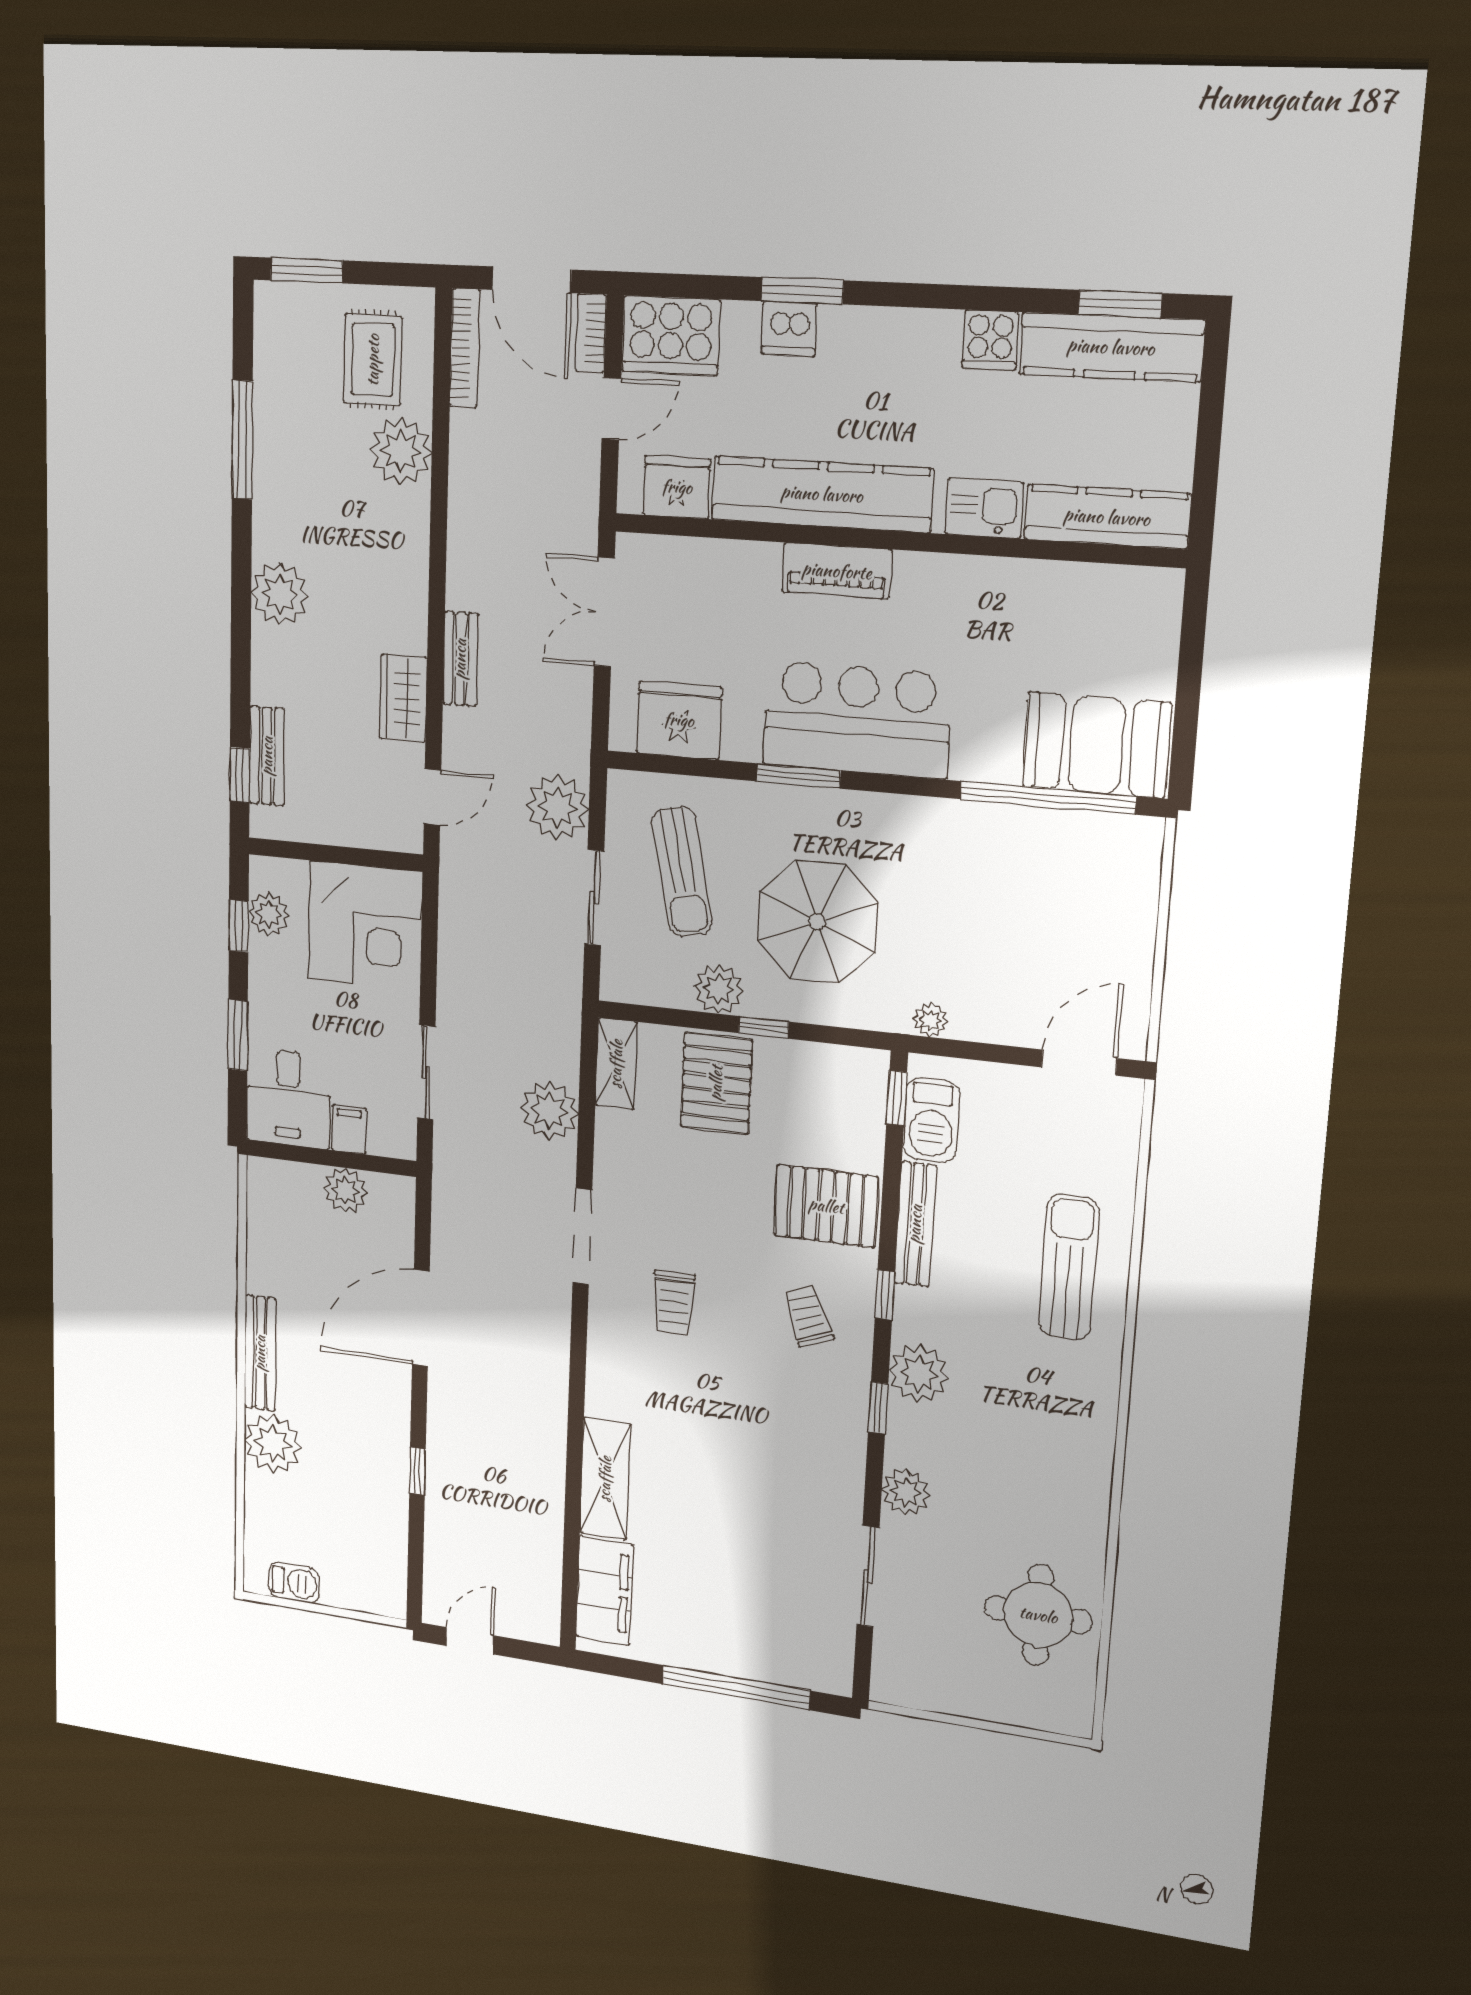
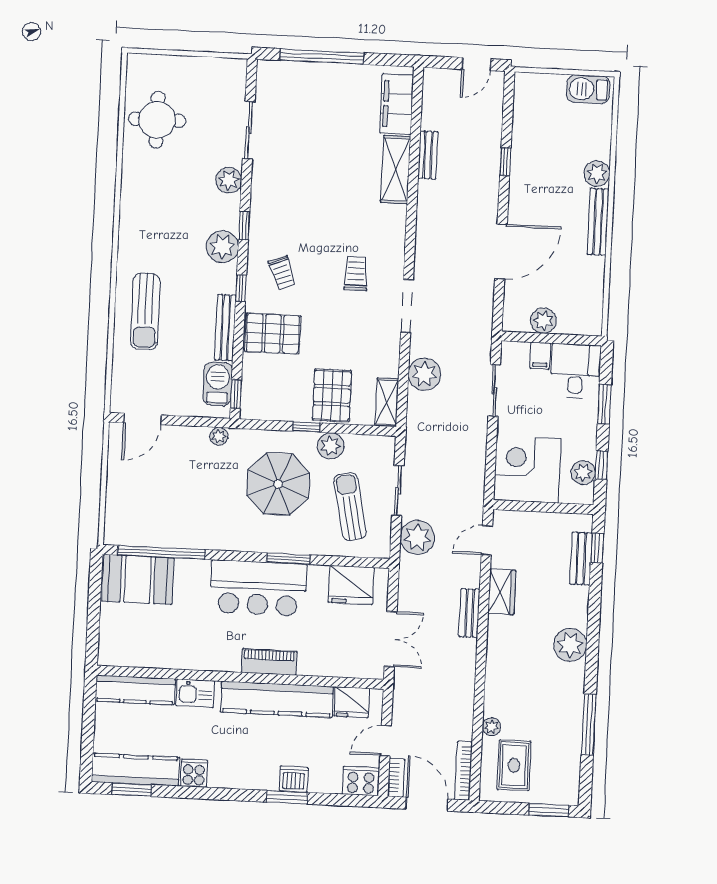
cooker: (671, 336) -> (361, 781), width x0.73, depth x0.76
plant: (401, 451) -> (491, 727), width x0.53, depth x0.53
plant: (273, 1444) -> (597, 174), width x0.73, depth x0.73
bench: (549, 1497) -> (428, 155), added
barbecue: (294, 1583) -> (588, 89), width x1.38, depth x1.27

